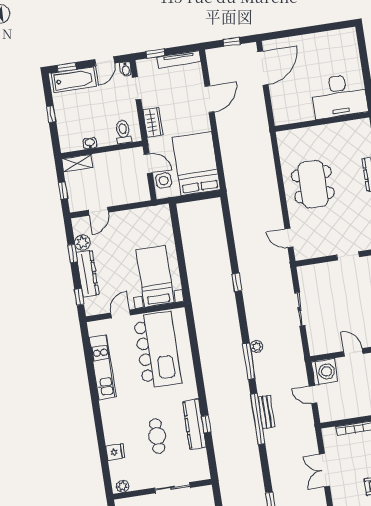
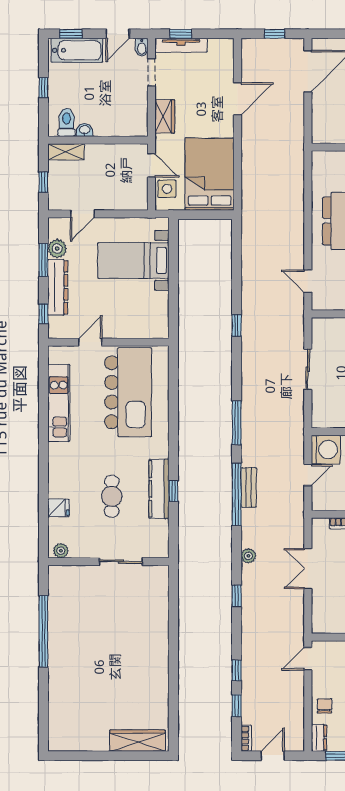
tv unit: (179, 59) -> (181, 45), moved
toilet: (123, 132) -> (67, 122), moved
window: (73, 253) -> (43, 260), width x1.50
bed with nightstands: (155, 276) -> (133, 260), moved, turned -90
plant: (256, 347) -> (248, 556), moved
door: (313, 395) -> (308, 475), swing flipped

